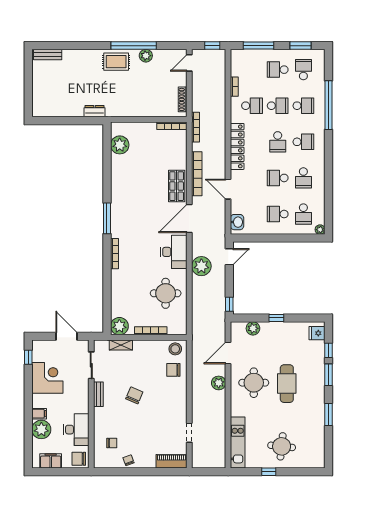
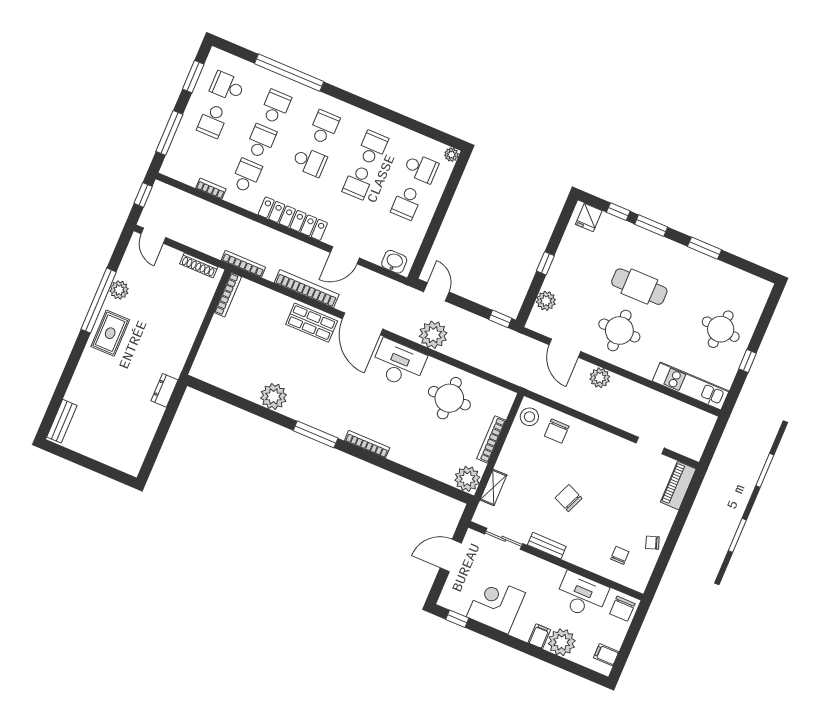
plant: (120, 145) -> (274, 396), moved
school desk: (303, 178) -> (373, 148), turned -90
filing cabinet: (51, 461) -> (606, 655), width x0.50

